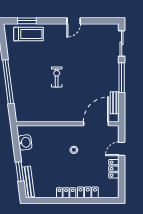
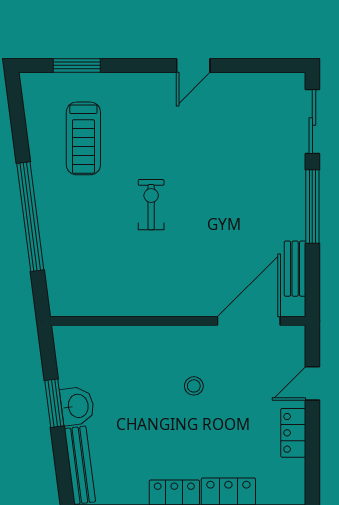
treadmill: (28, 34) -> (83, 138), moved, turned 90
washbasin: (25, 142) -> (77, 406), moved
window: (20, 171) -> (54, 403), moved

